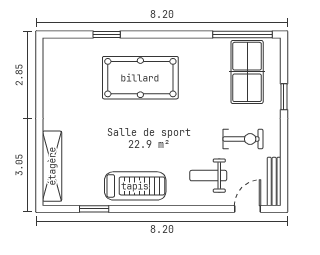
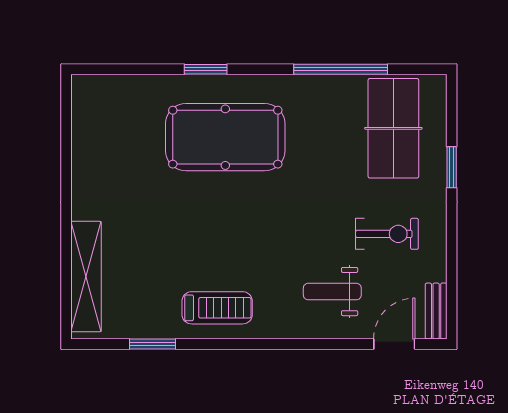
window: (107, 35) -> (206, 69), moved
window: (242, 35) -> (341, 69), moved
bench: (274, 181) -> (436, 311), width x0.73
treadmill: (135, 186) -> (217, 308), width x0.73, depth x0.73

